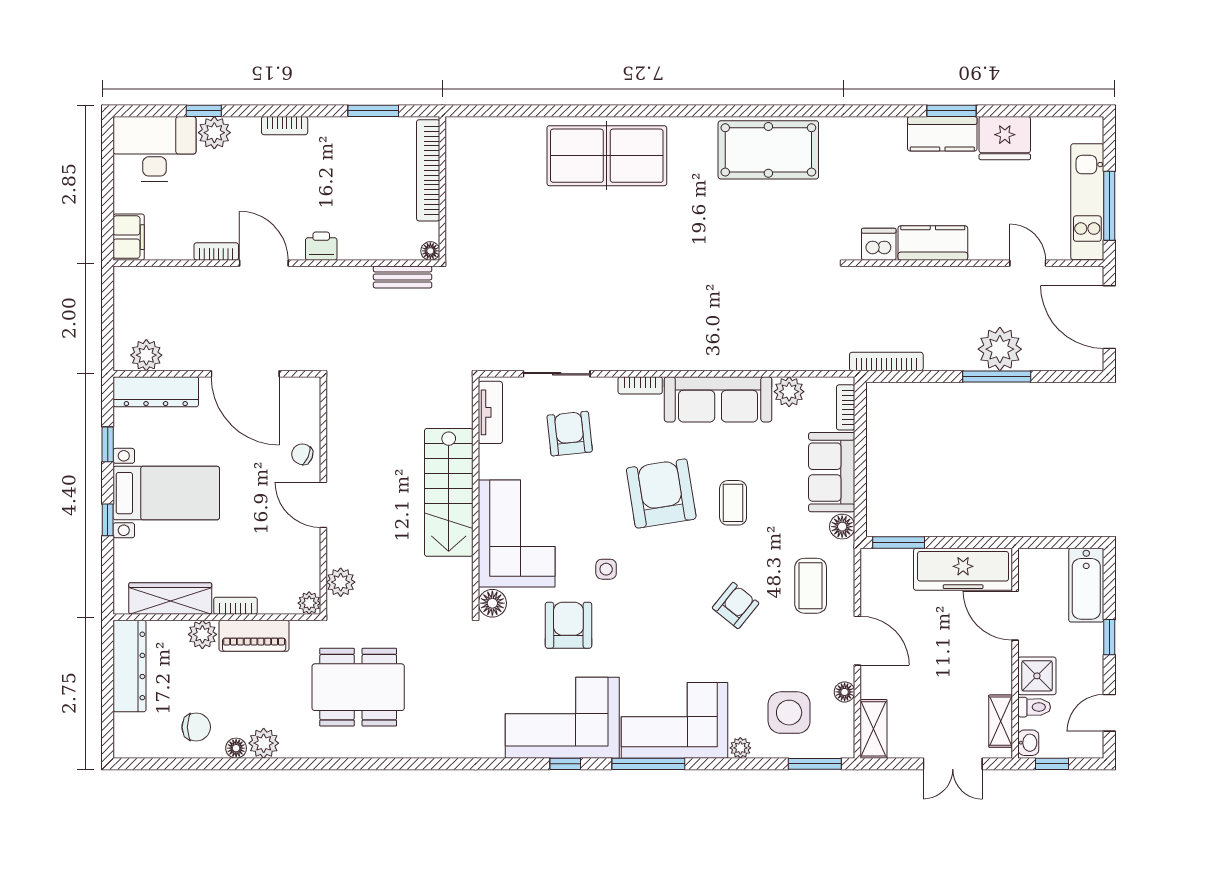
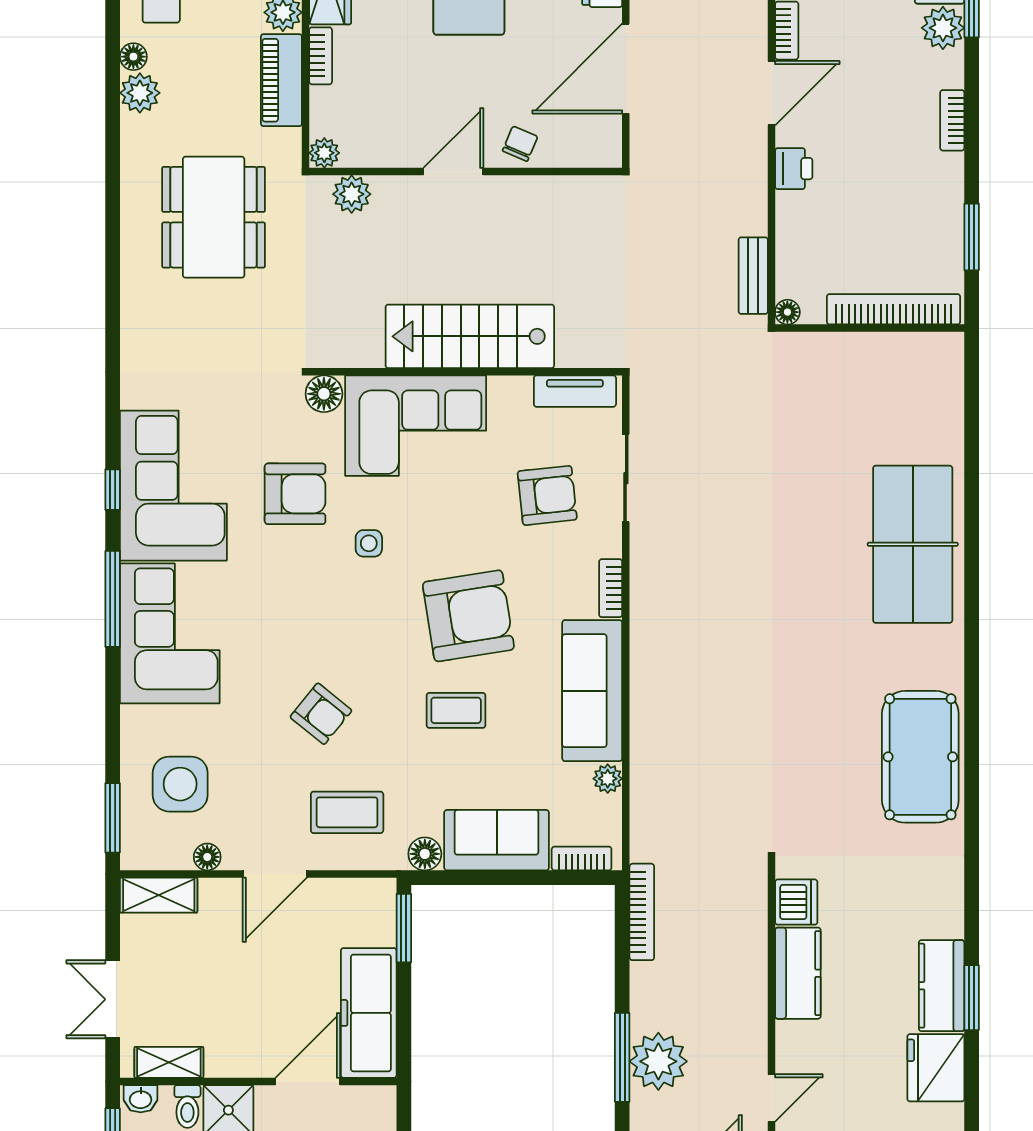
plant: (789, 392) -> (608, 779), width x0.73, depth x0.73
plant: (740, 748) -> (134, 720), removed

